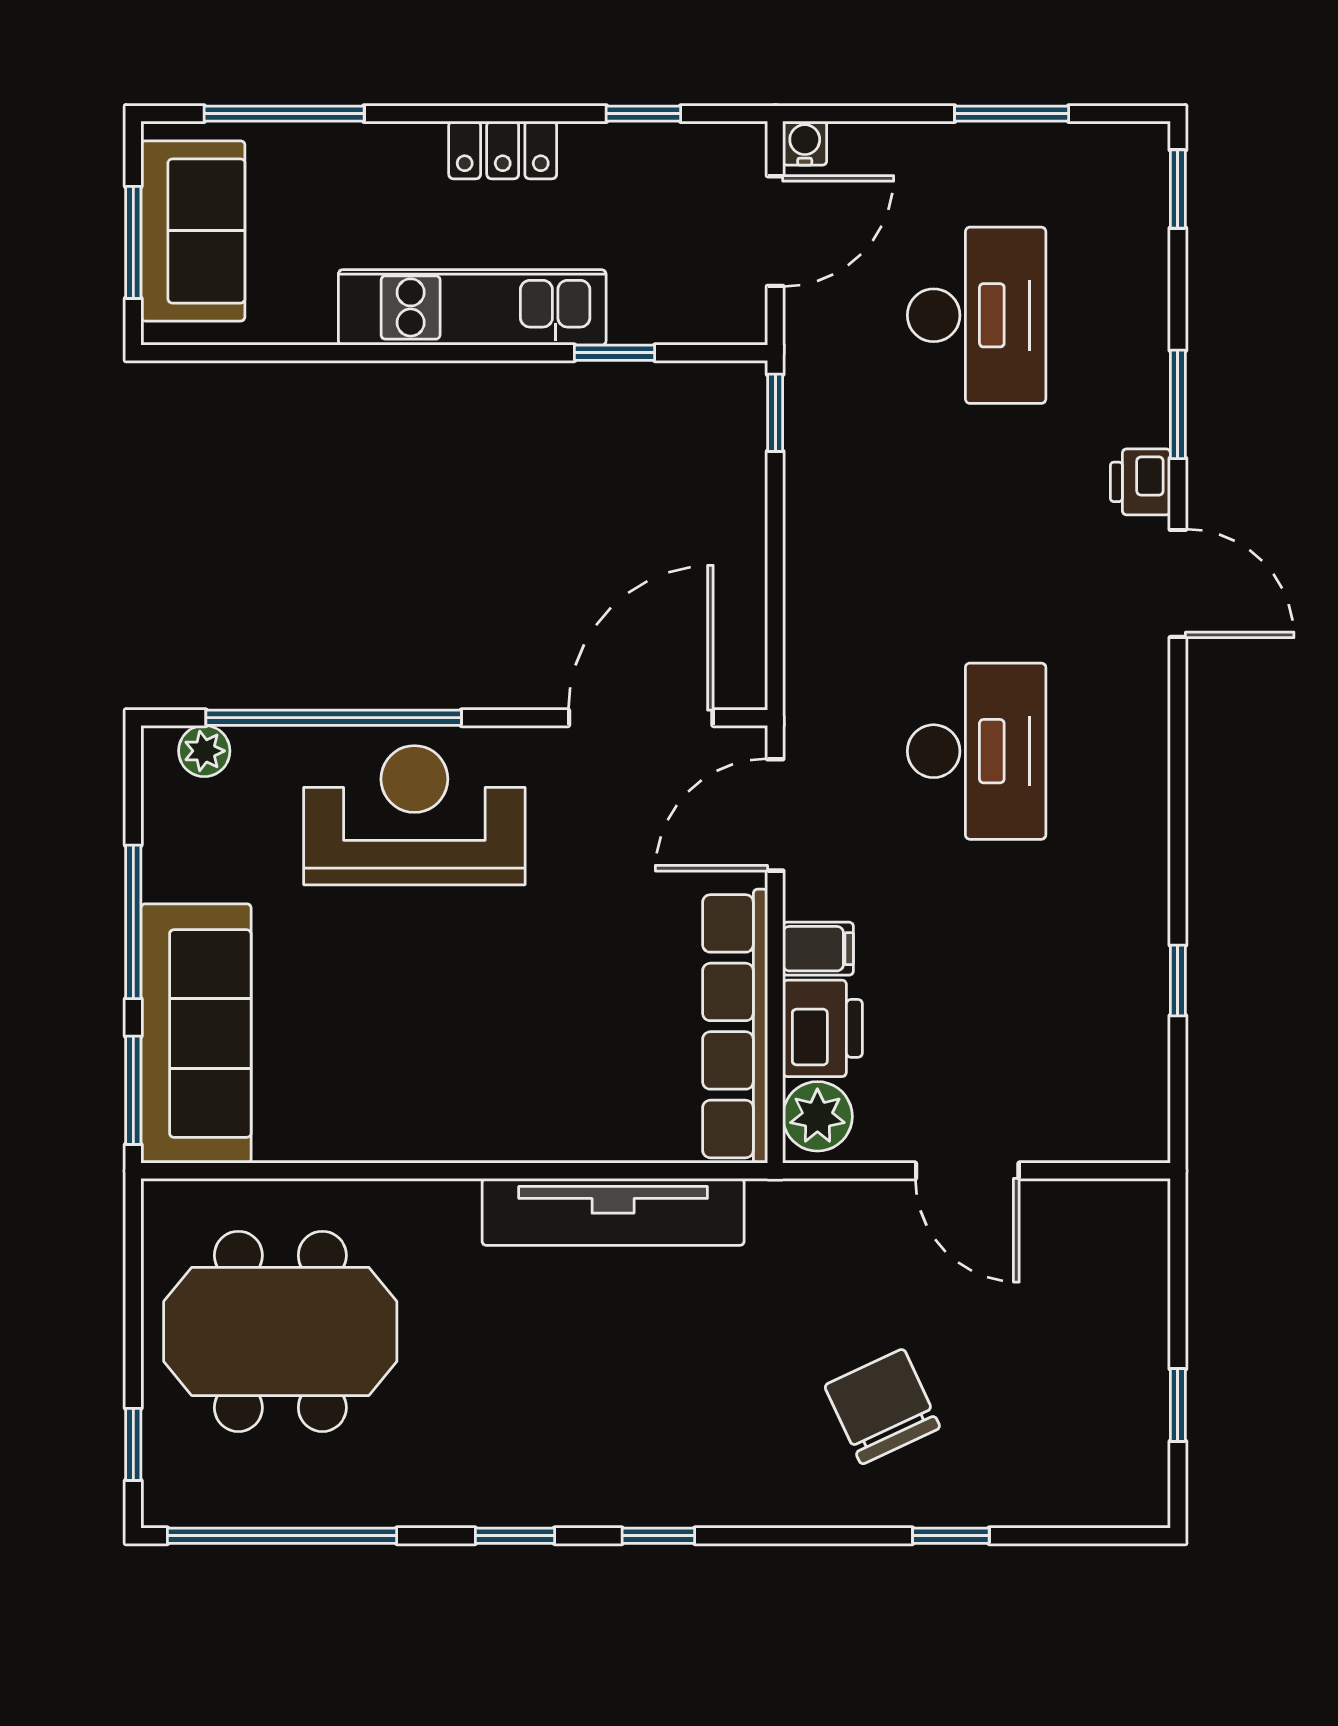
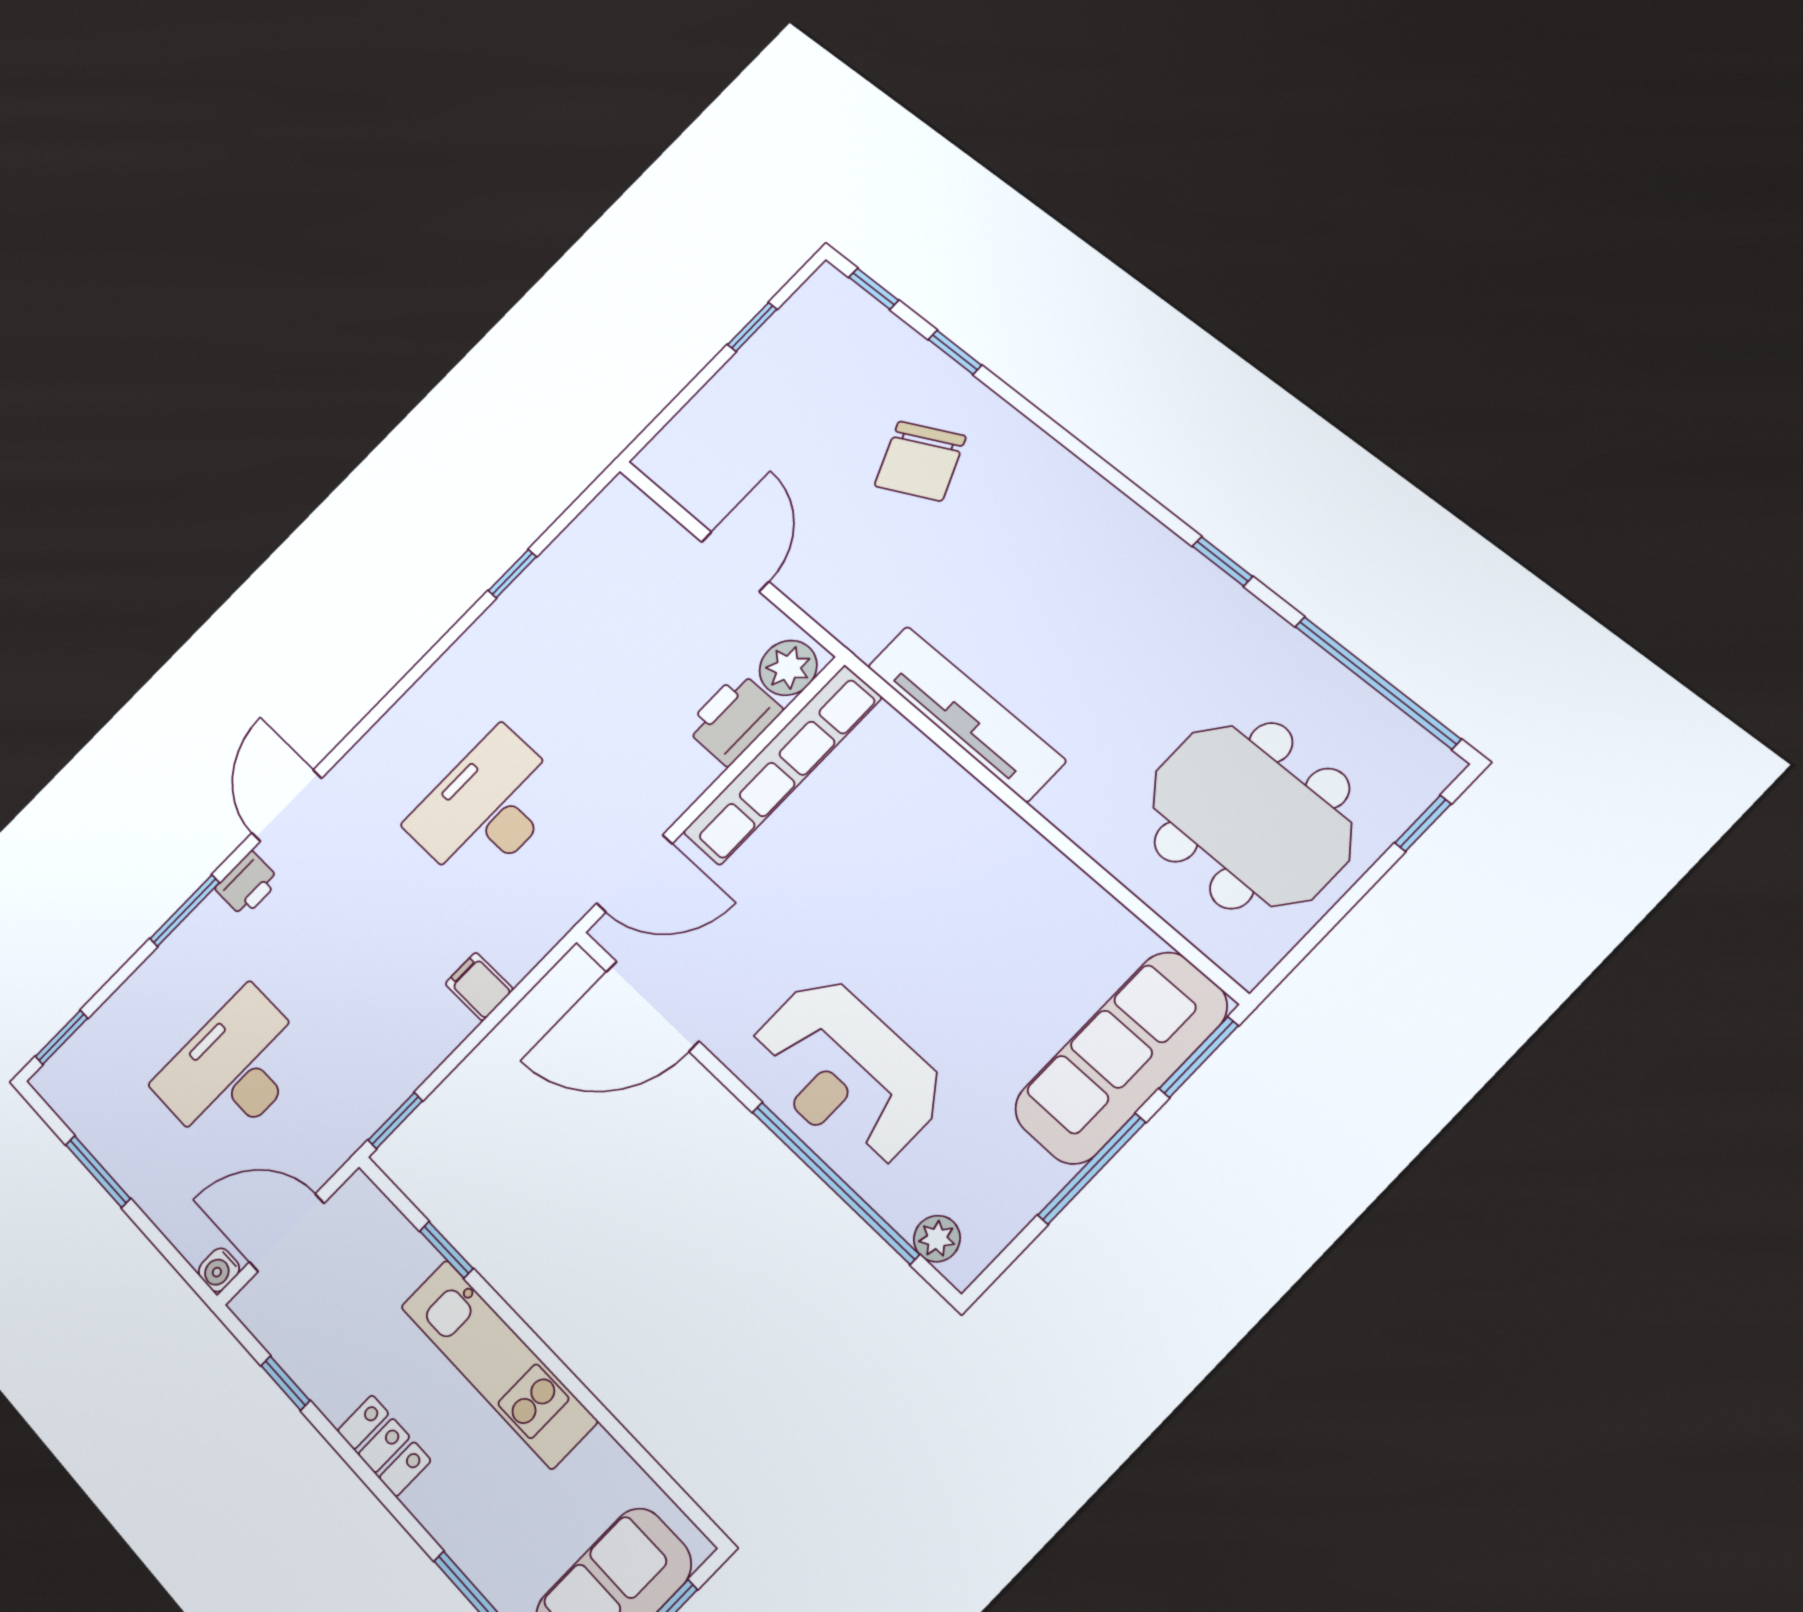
filing cabinet: (818, 949) -> (479, 986), moved
window: (658, 1536) -> (874, 289), moved

